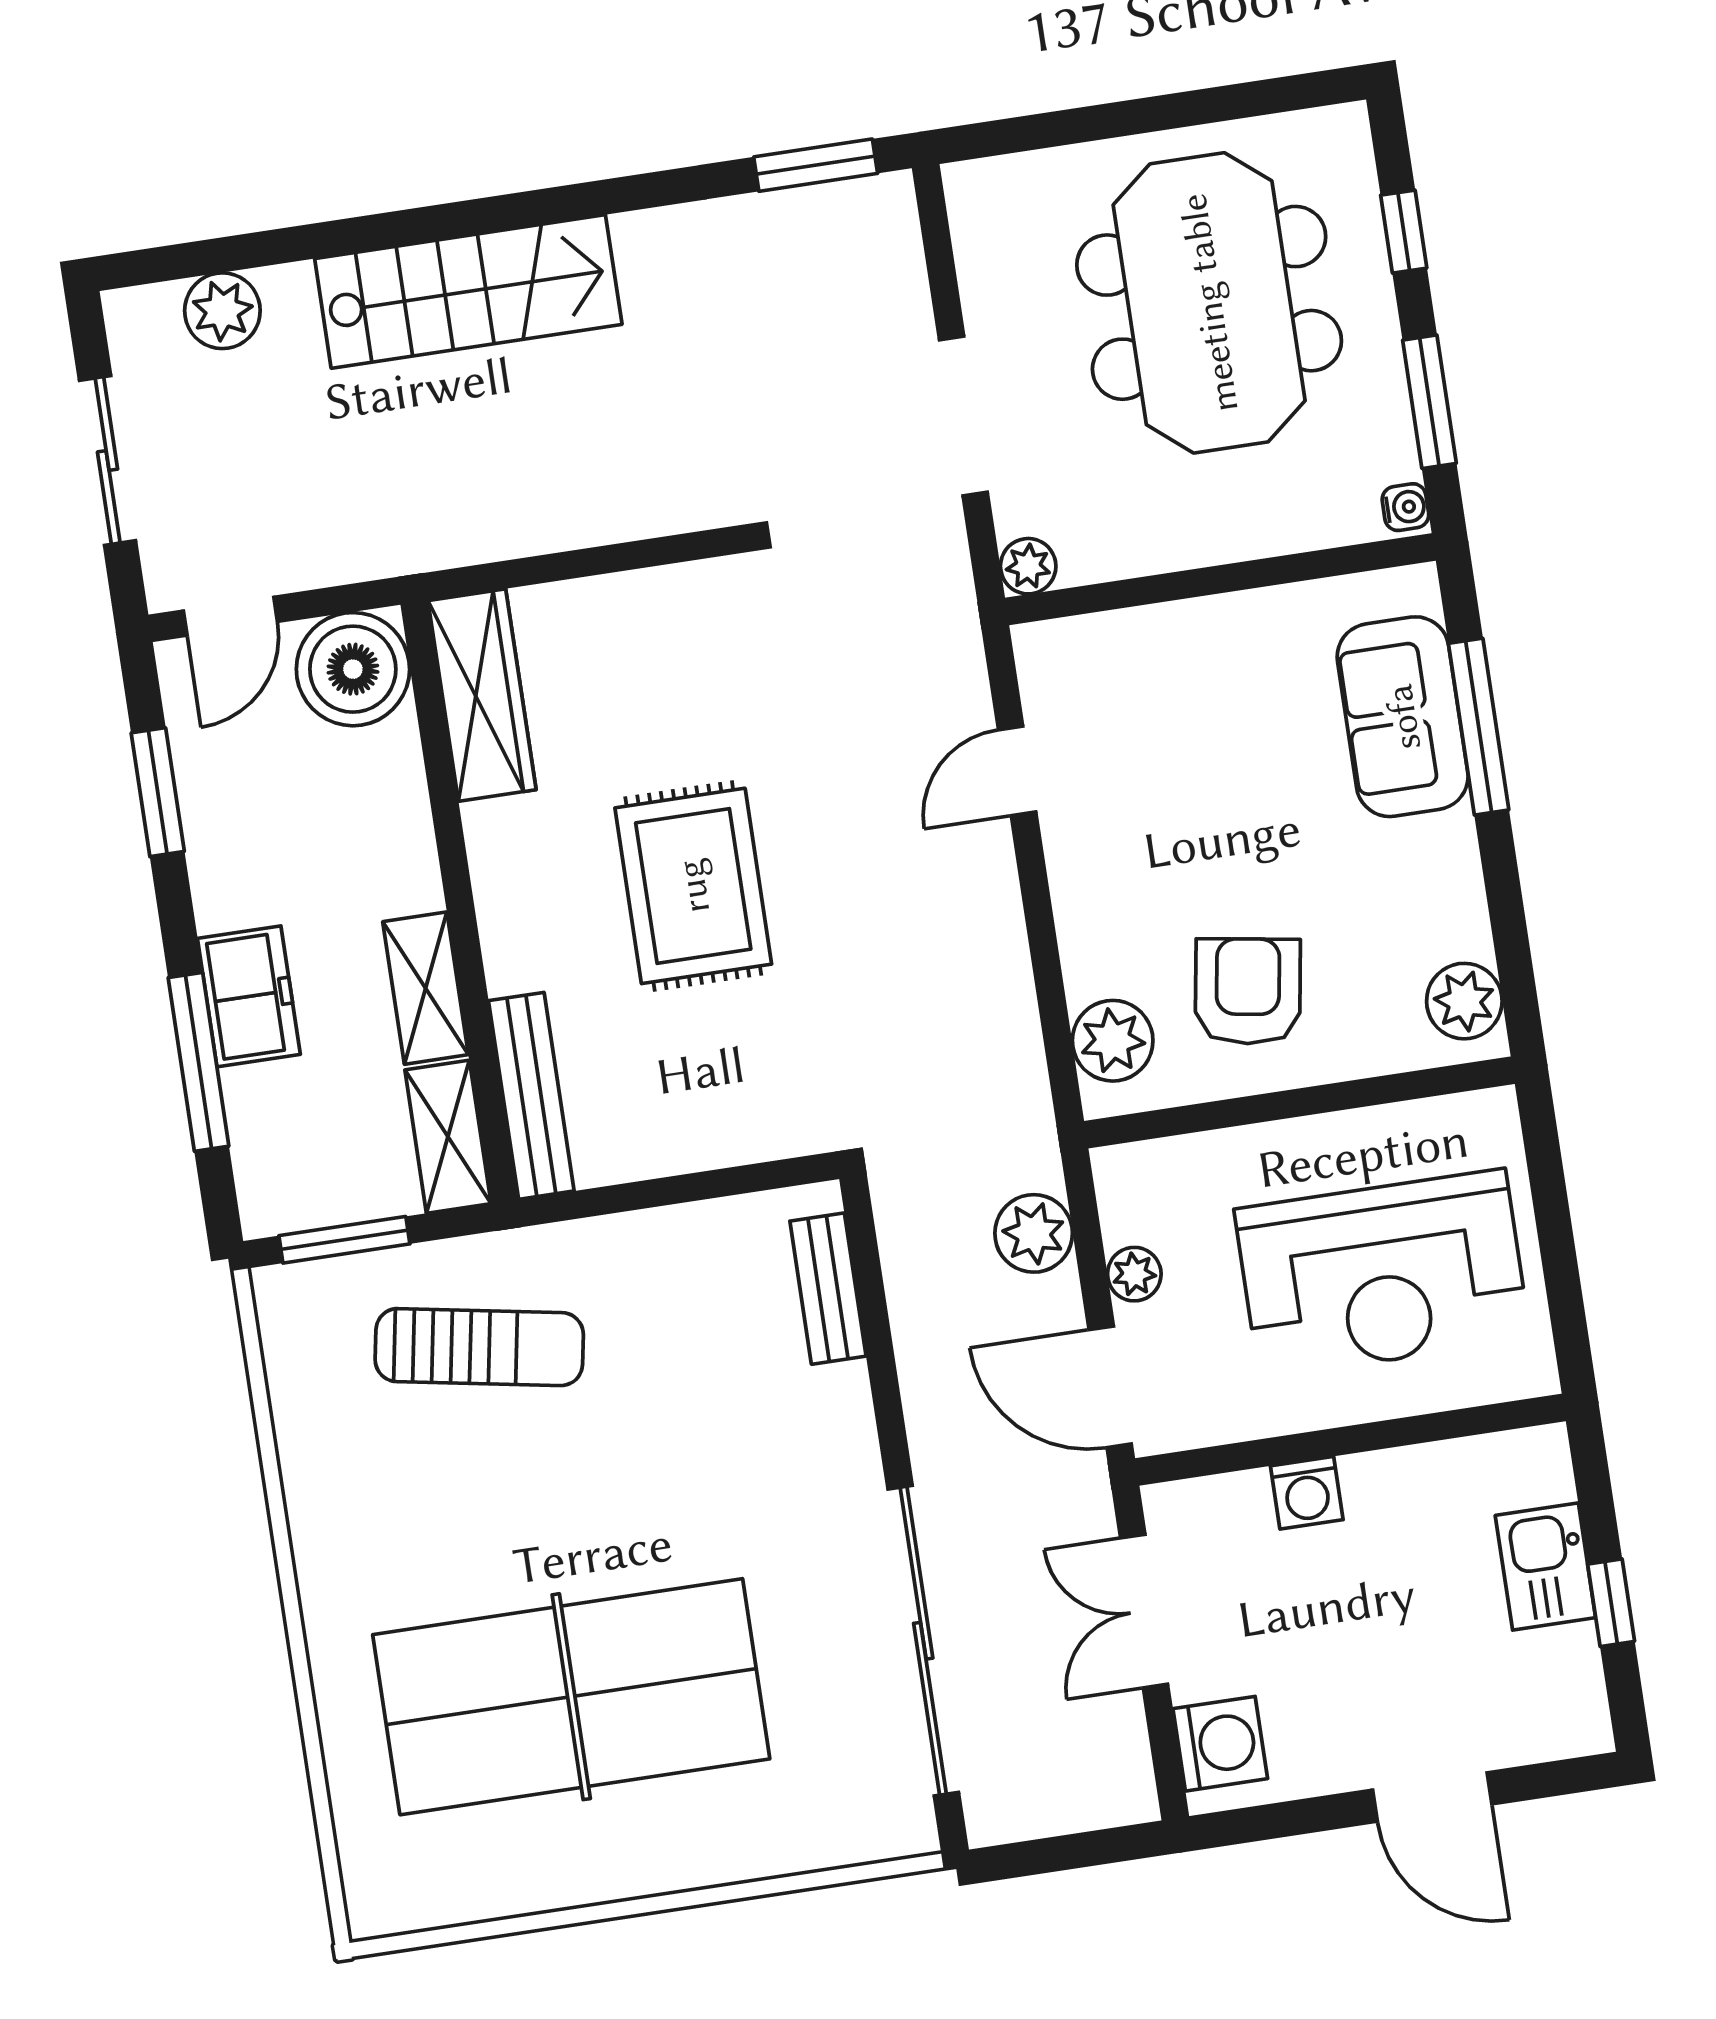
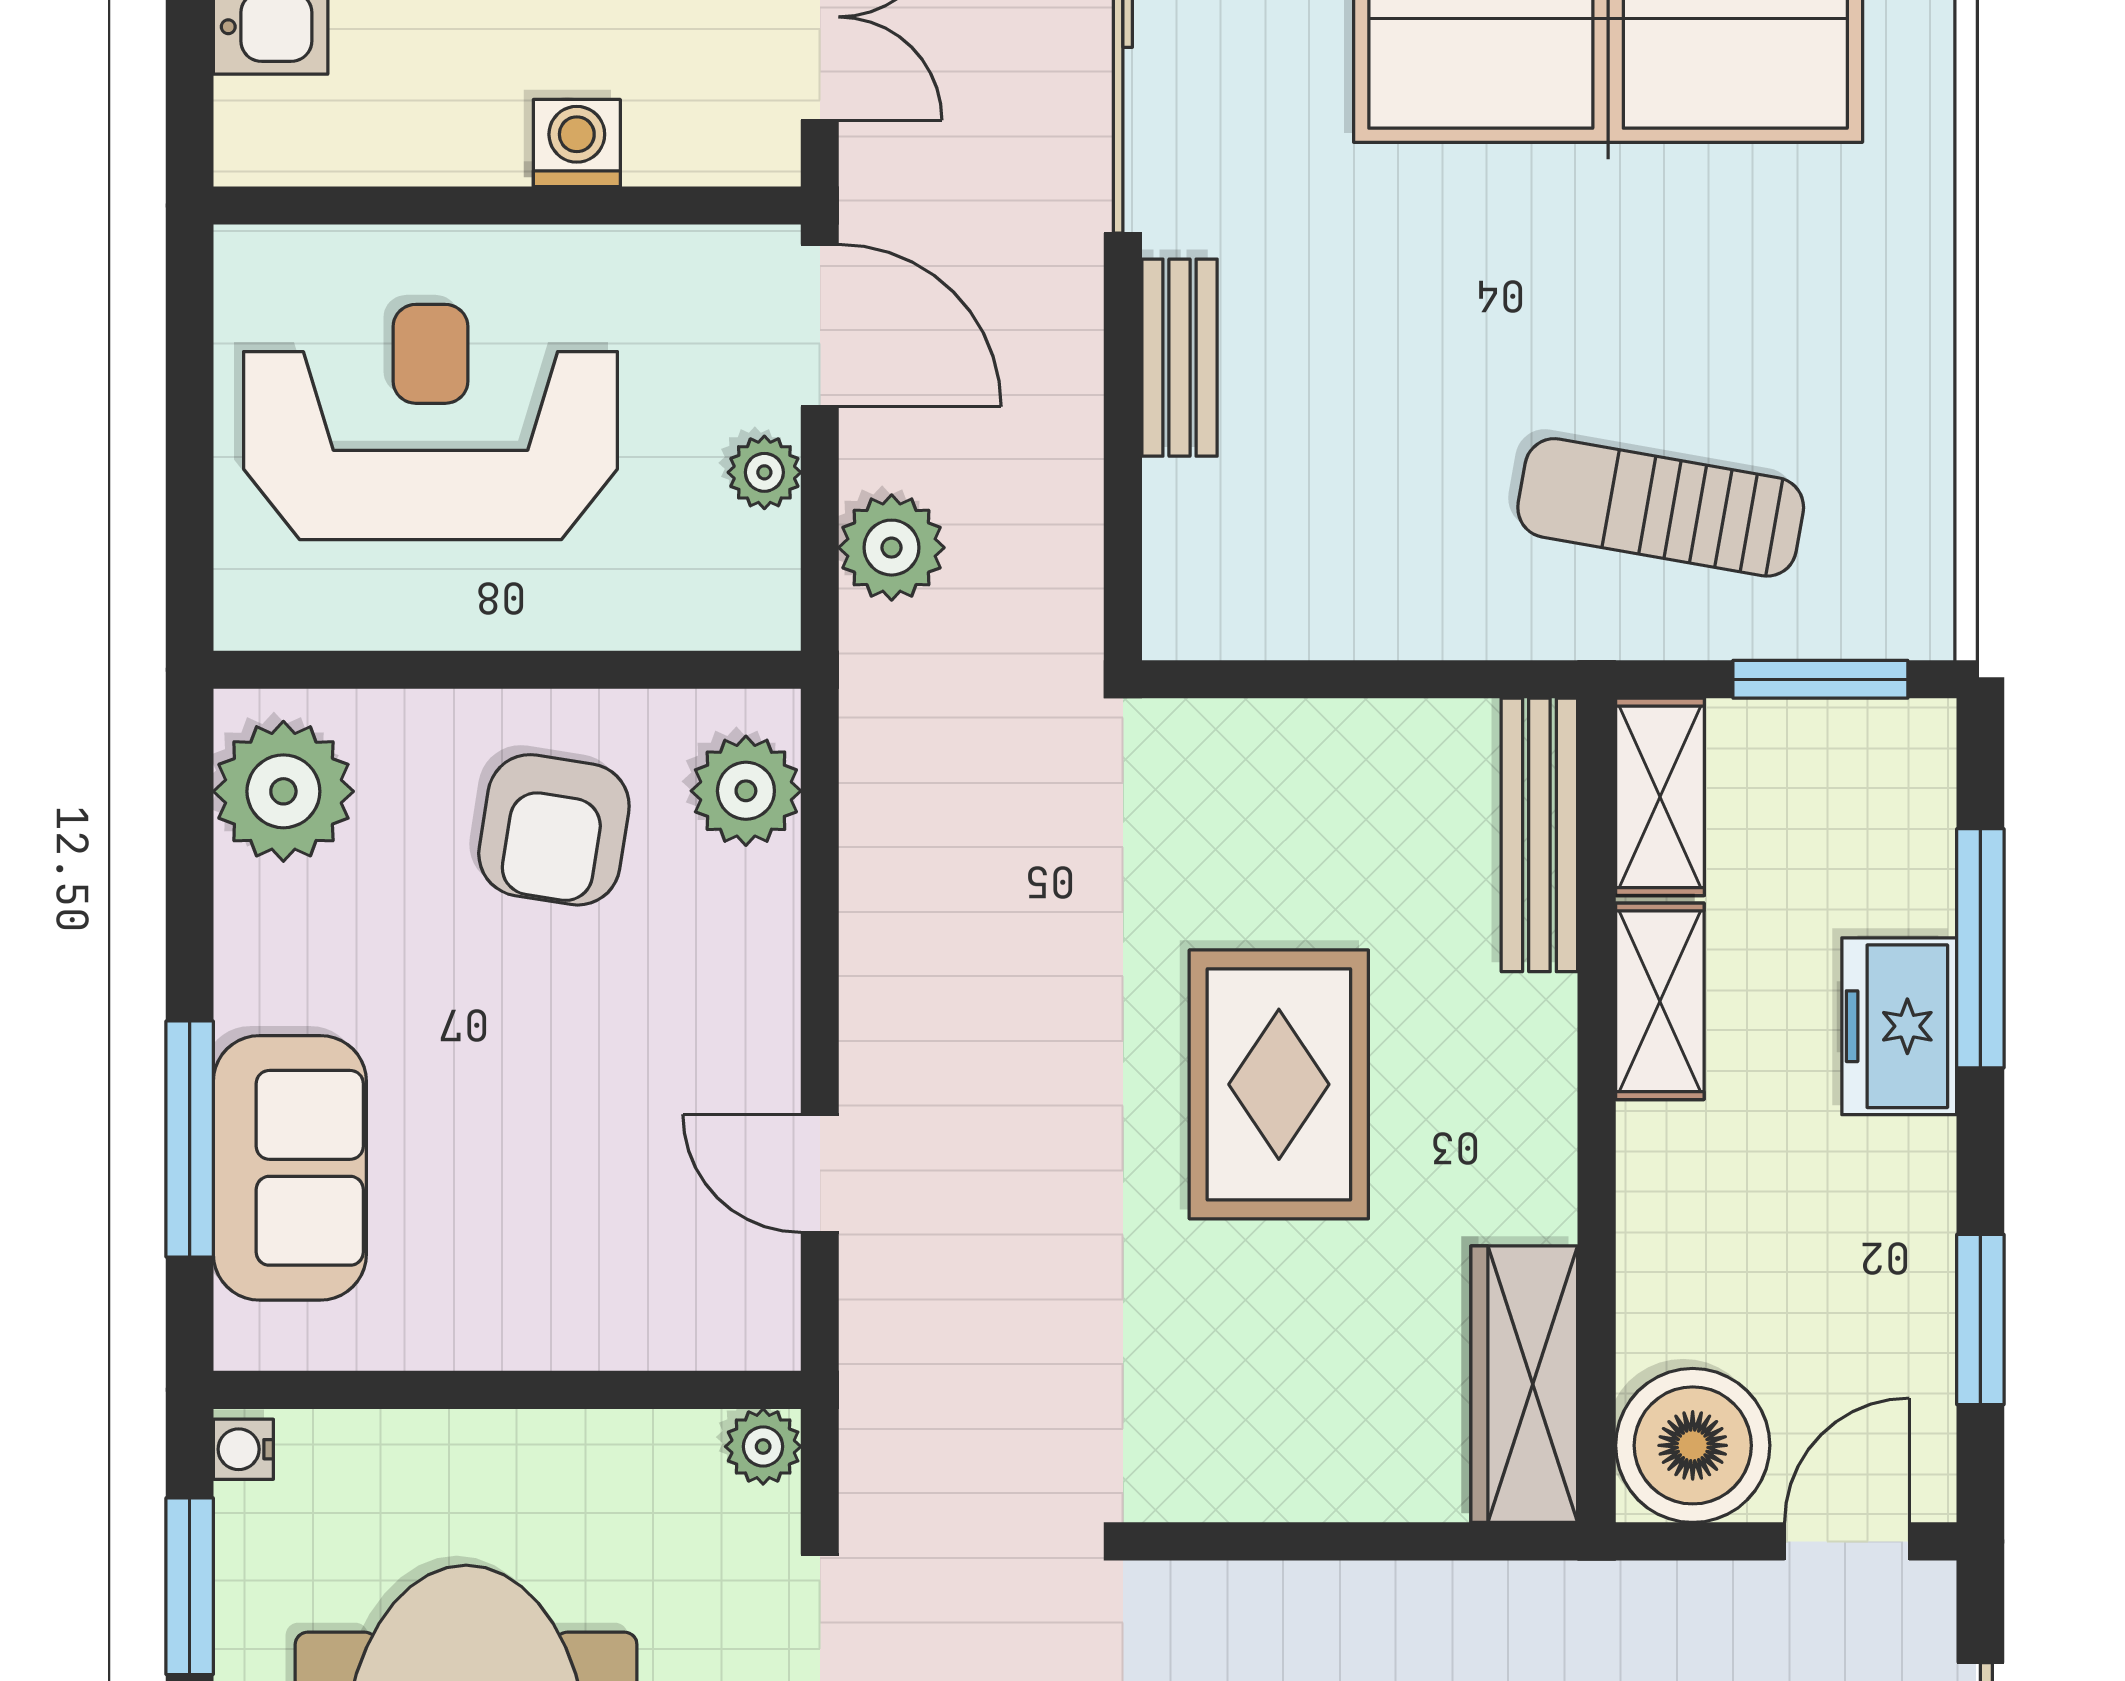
door: (1017, 771) -> (820, 1173), swing flipped
plant: (1464, 1001) -> (283, 791), width x1.36, depth x1.36
bench: (828, 1289) -> (1180, 358), moved

